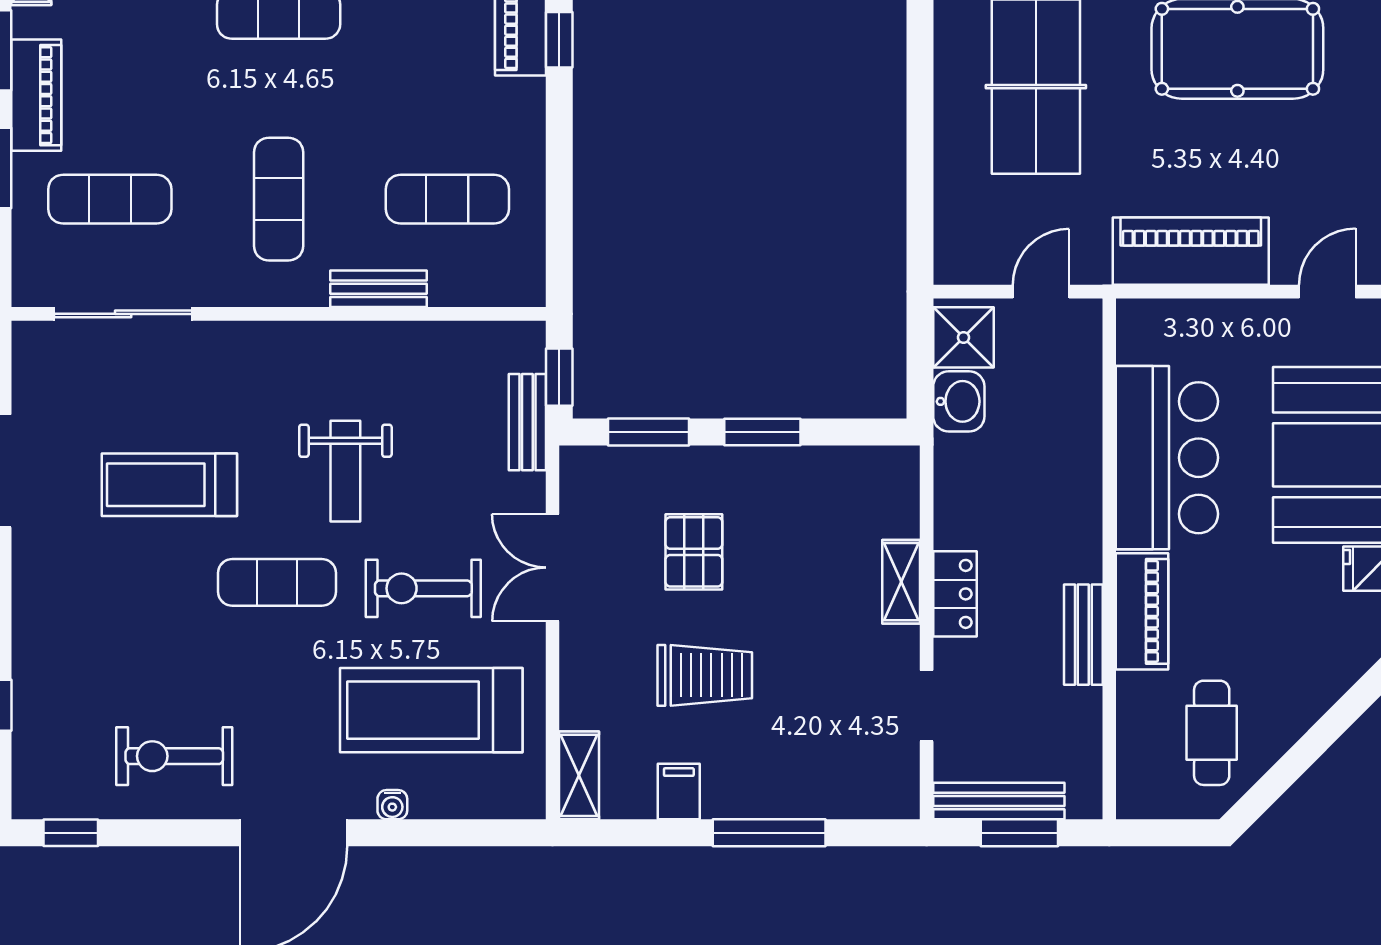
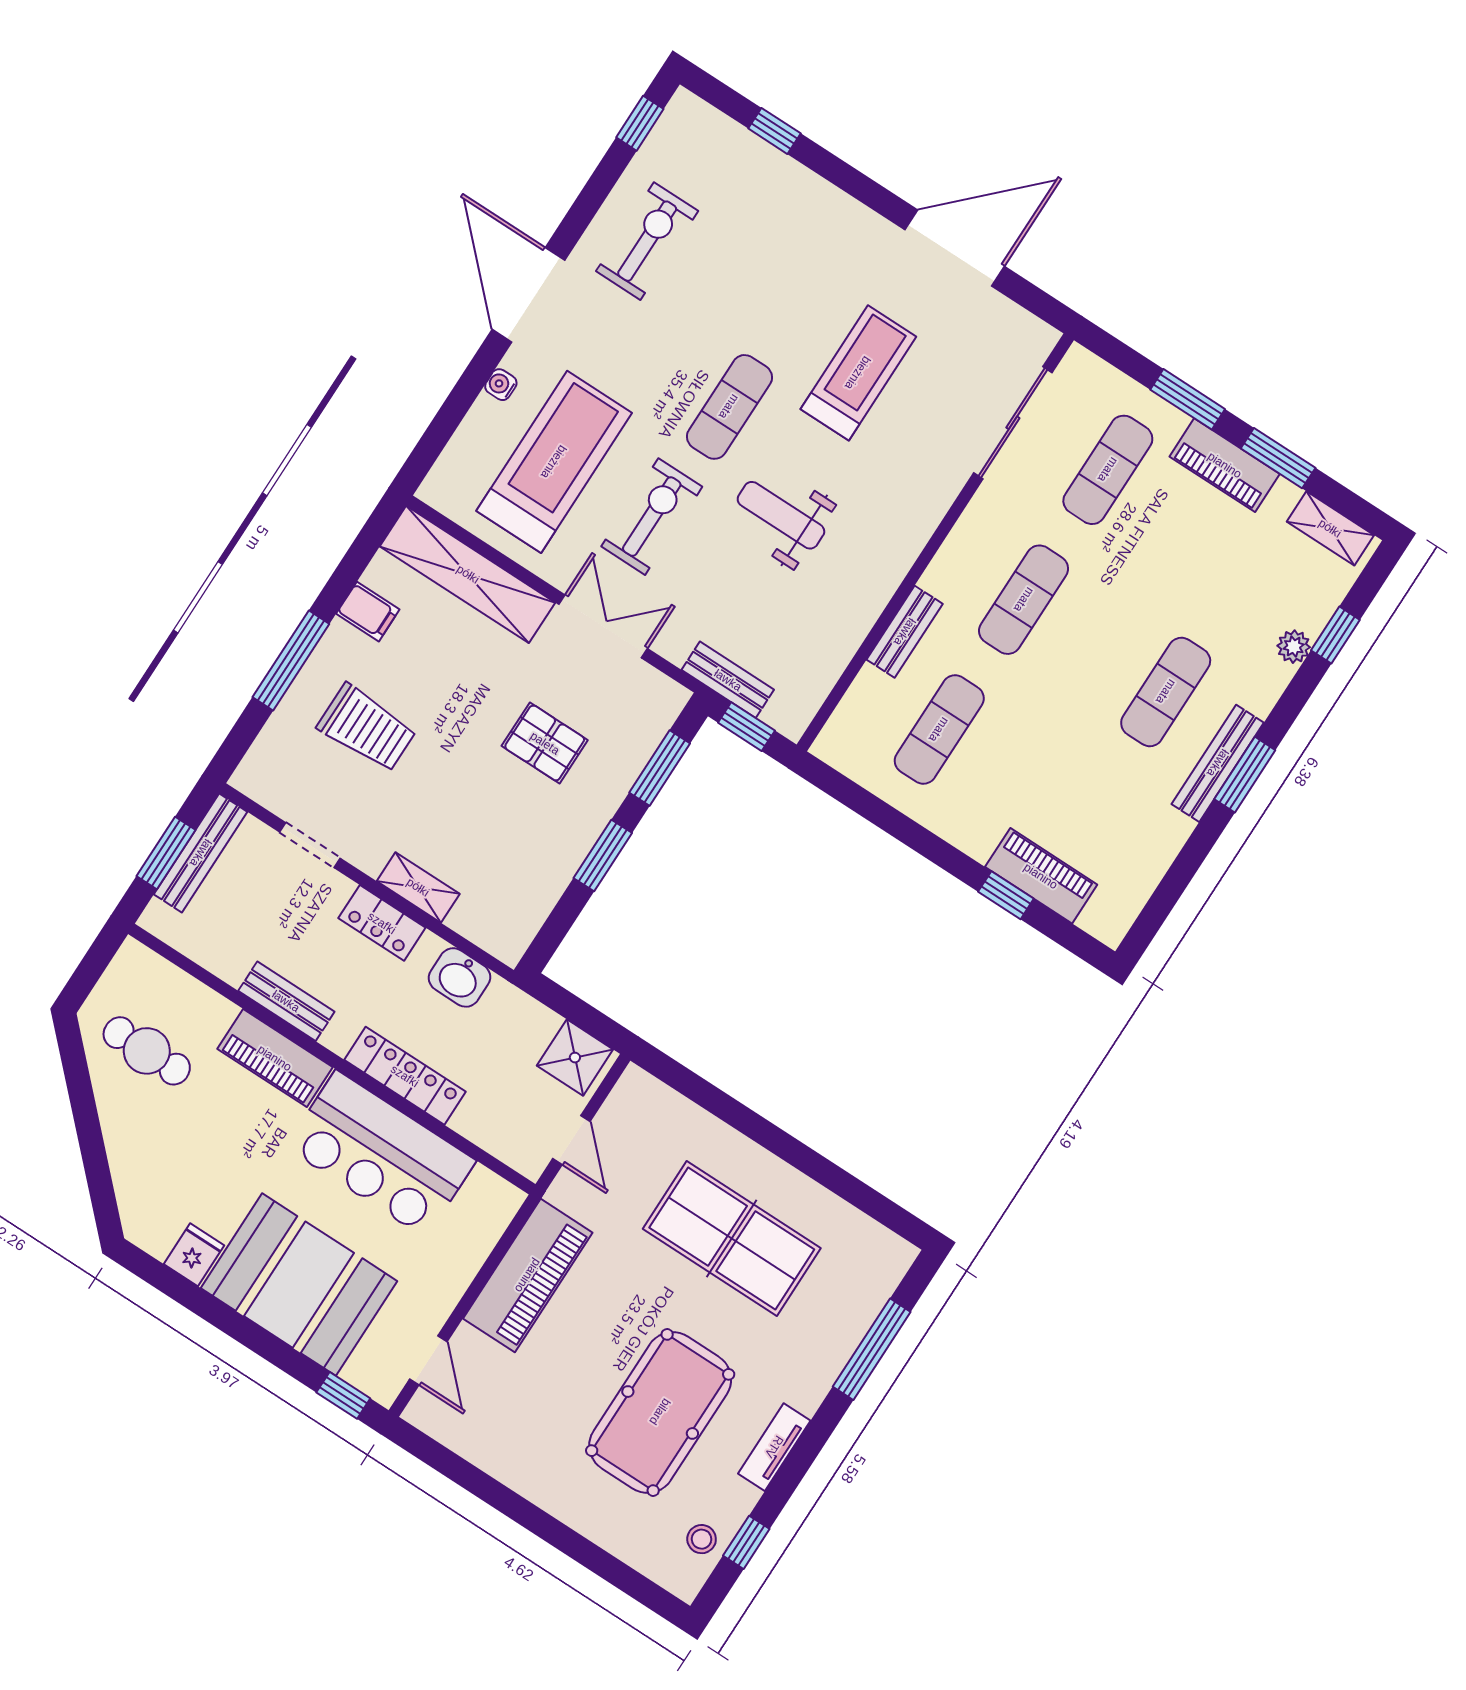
exercise mat: (279, 199) -> (1024, 600), turned 90
washbasin: (959, 401) -> (460, 977), moved
locker: (1081, 482) -> (405, 1076), added
trolley: (705, 675) -> (367, 728), moved, turned -90
shelving: (579, 775) -> (468, 574), width x2.20, depth x1.33

